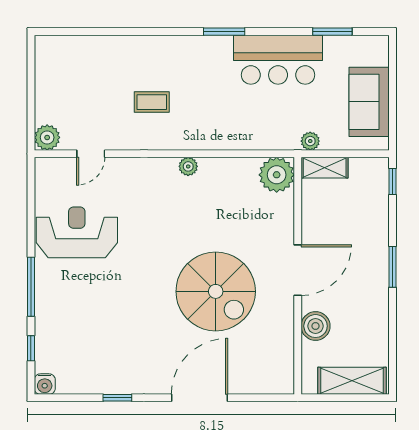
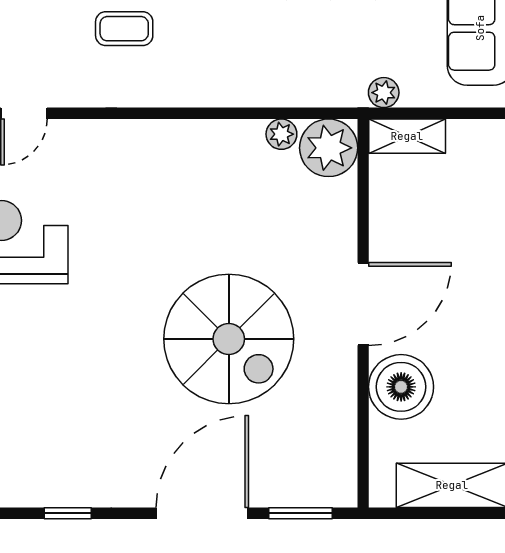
plant: (188, 166) -> (281, 134), moved
boiler: (316, 326) -> (401, 387), width x1.37, depth x1.37
window: (259, 398) -> (301, 513), added

